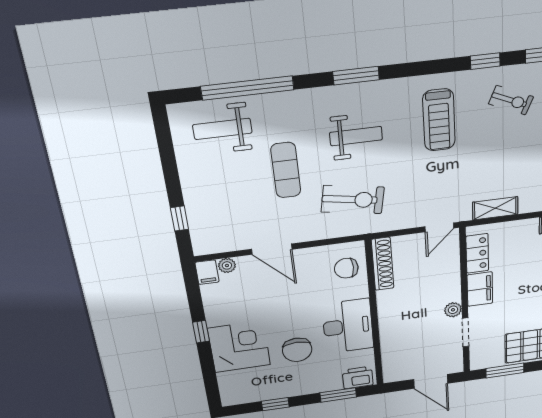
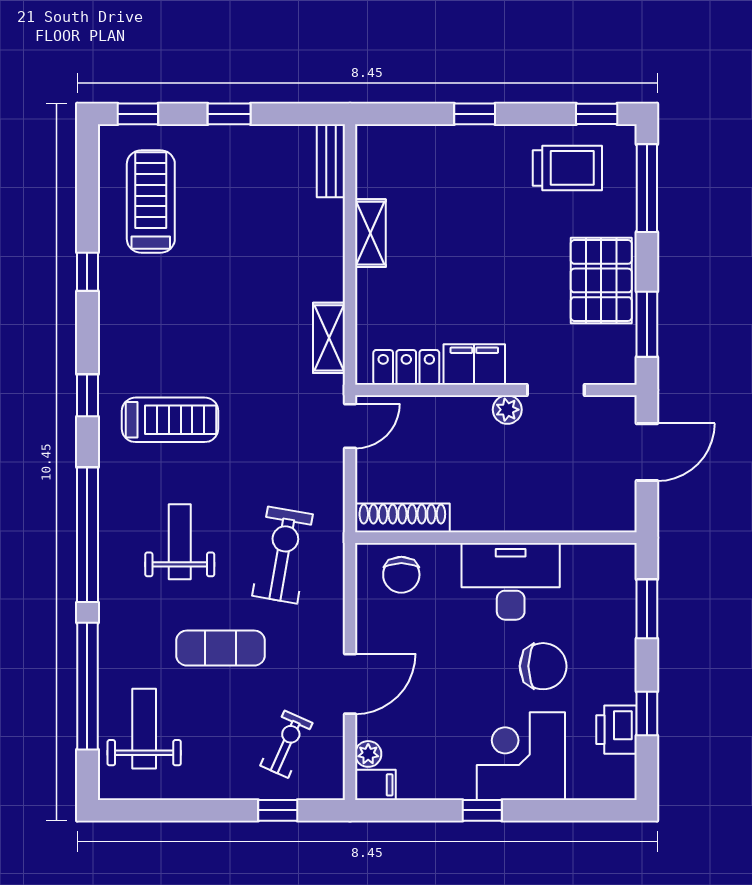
window: (485, 61) -> (87, 395), moved
window: (356, 76) -> (87, 535), width x2.11
exercise bike: (511, 100) -> (286, 744), moved
weight bench: (222, 129) -> (144, 729), turned 180
door: (439, 227) -> (350, 426), hinge flipped
printer: (358, 378) -> (617, 730), moved

